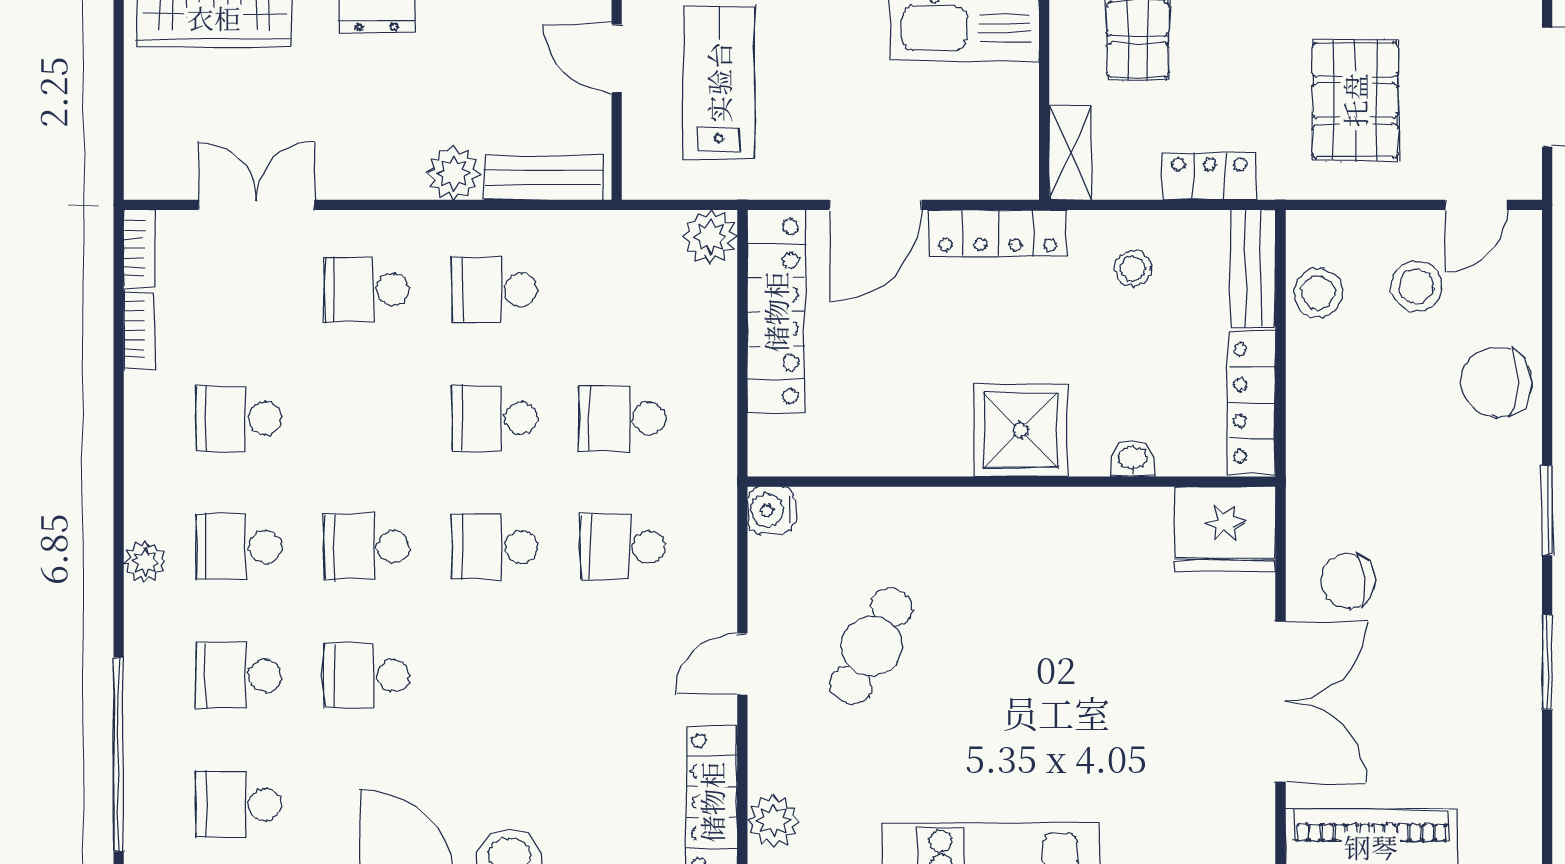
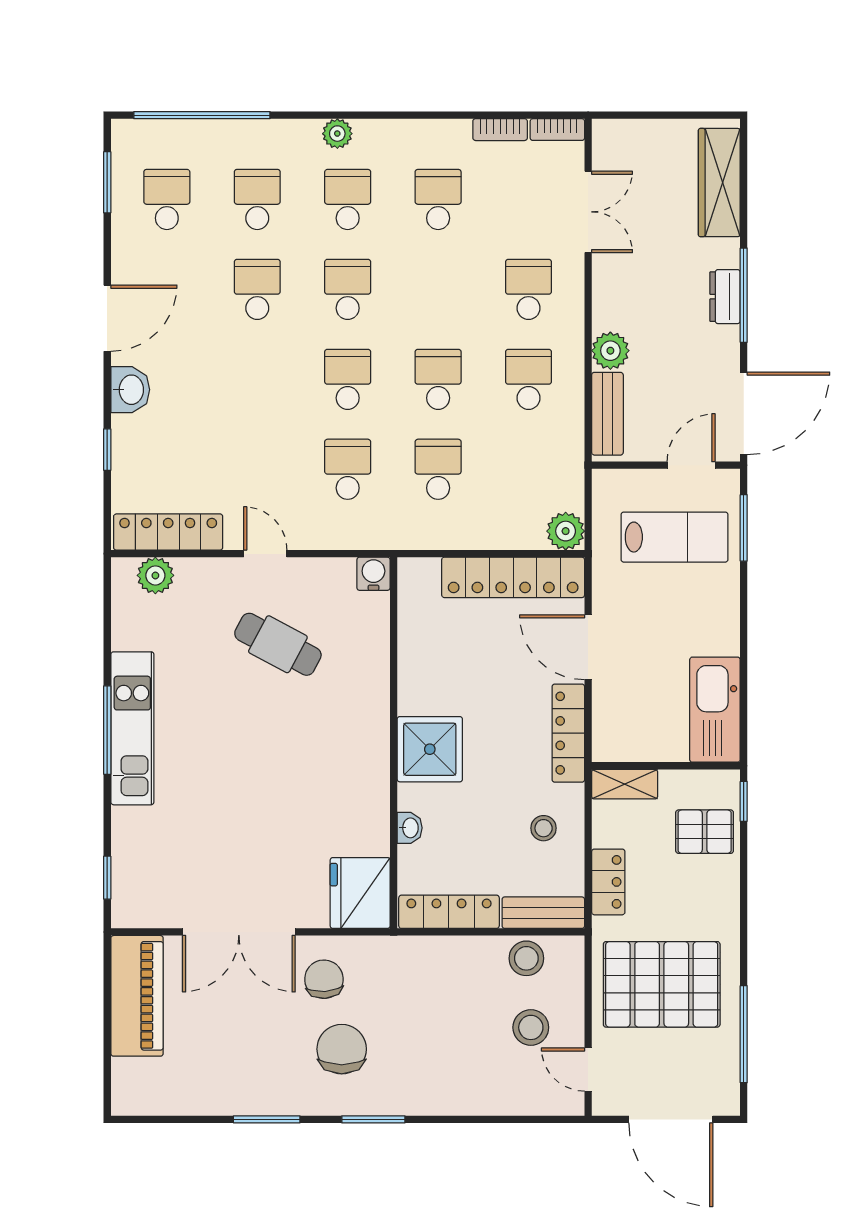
pallet: (1355, 100) -> (662, 984), width x1.37, depth x1.41
chair: (1496, 382) -> (342, 1049), moved

